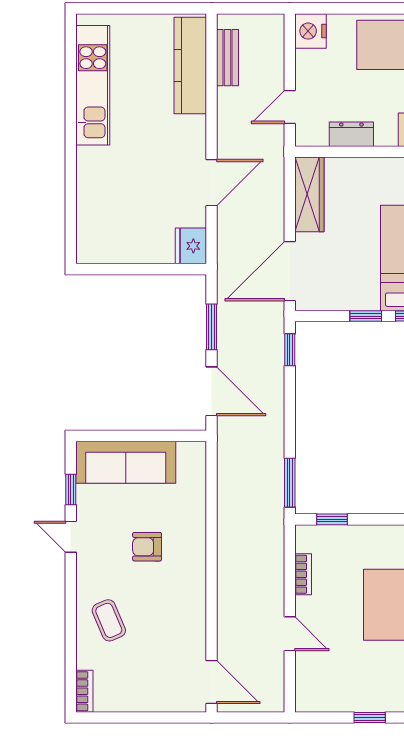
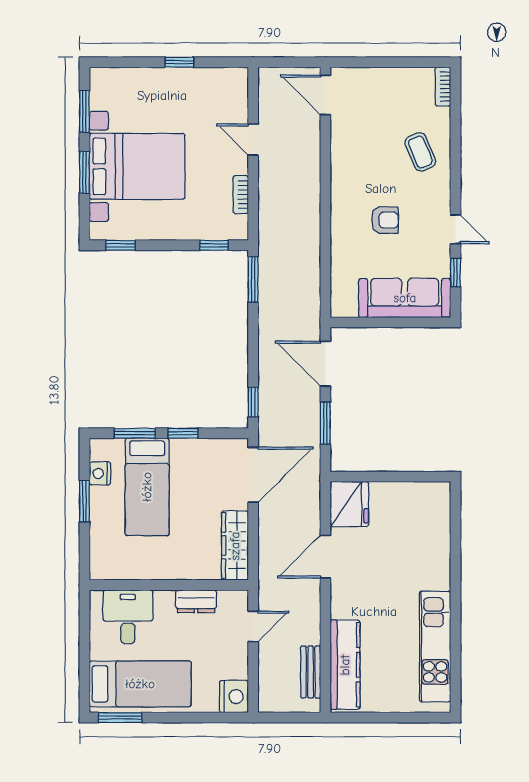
fridge: (191, 246) -> (349, 504), width x1.36, depth x1.34

